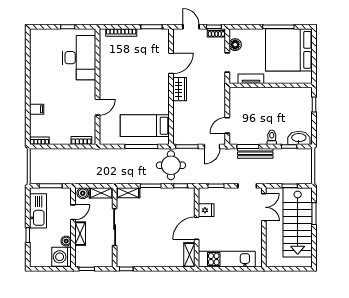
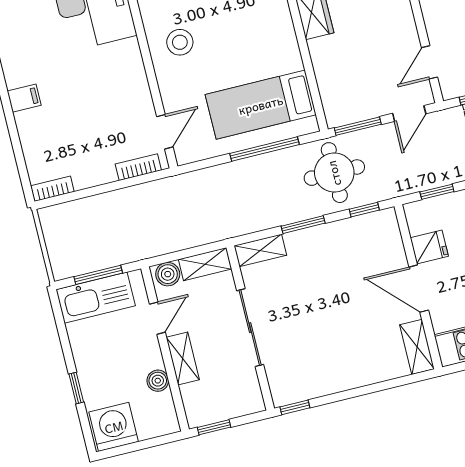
stool: (115, 88) -> (180, 42), added
door: (98, 107) -> (165, 132), moved
filing cabinet: (37, 109) -> (24, 98), moved
kitchen sink: (38, 211) -> (96, 298), moved, turned 90
door: (197, 228) -> (419, 289), hinge flipped
washing machine: (62, 257) -> (114, 427), moved, turned 90

